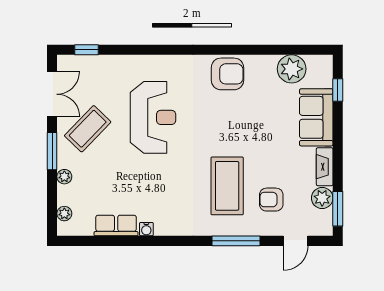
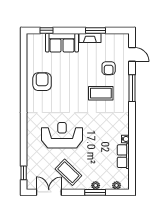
plant: (292, 69) -> (35, 57), removed
armchair: (228, 74) -> (42, 82), moved
window: (52, 151) -> (95, 192), moved
coffee table: (227, 186) -> (101, 93), width x0.73, depth x0.76
plant: (322, 198) -> (108, 39), removed
window: (338, 209) -> (96, 30), moved

